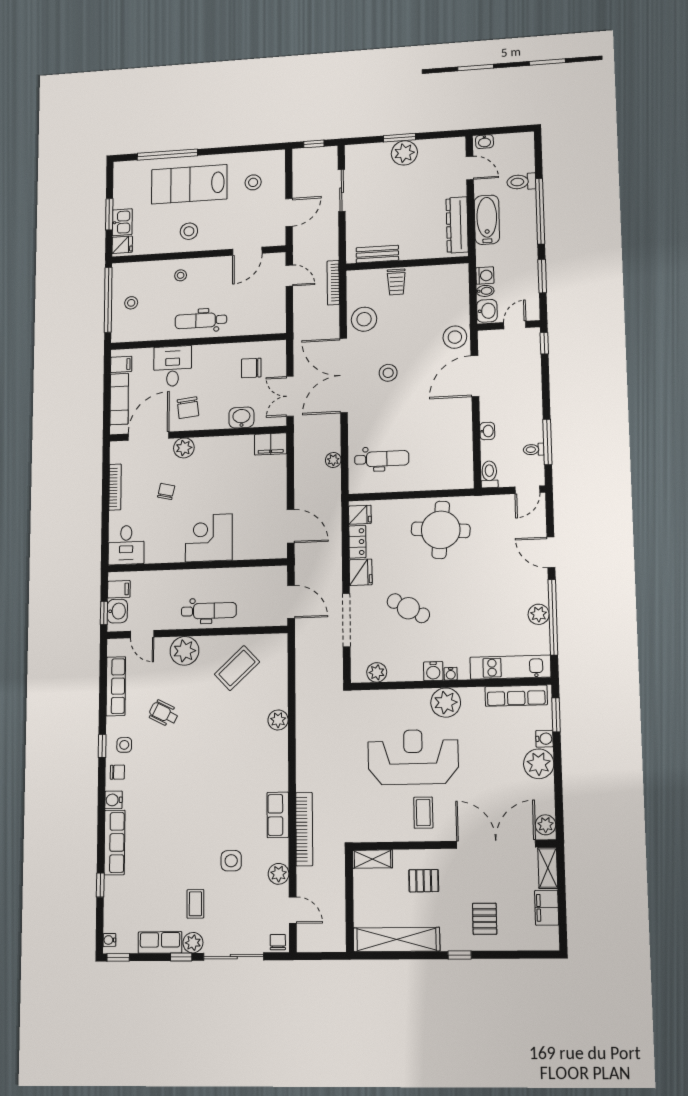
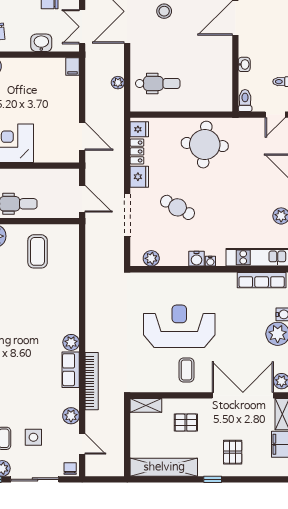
filing cabinet: (271, 444) -> (72, 67), width x0.50
coffee table: (237, 668) -> (38, 251), turned -47
plant: (446, 703) -> (206, 284), removed
plant: (278, 720) -> (71, 342), moved
side table: (231, 861) -> (33, 437), moved

